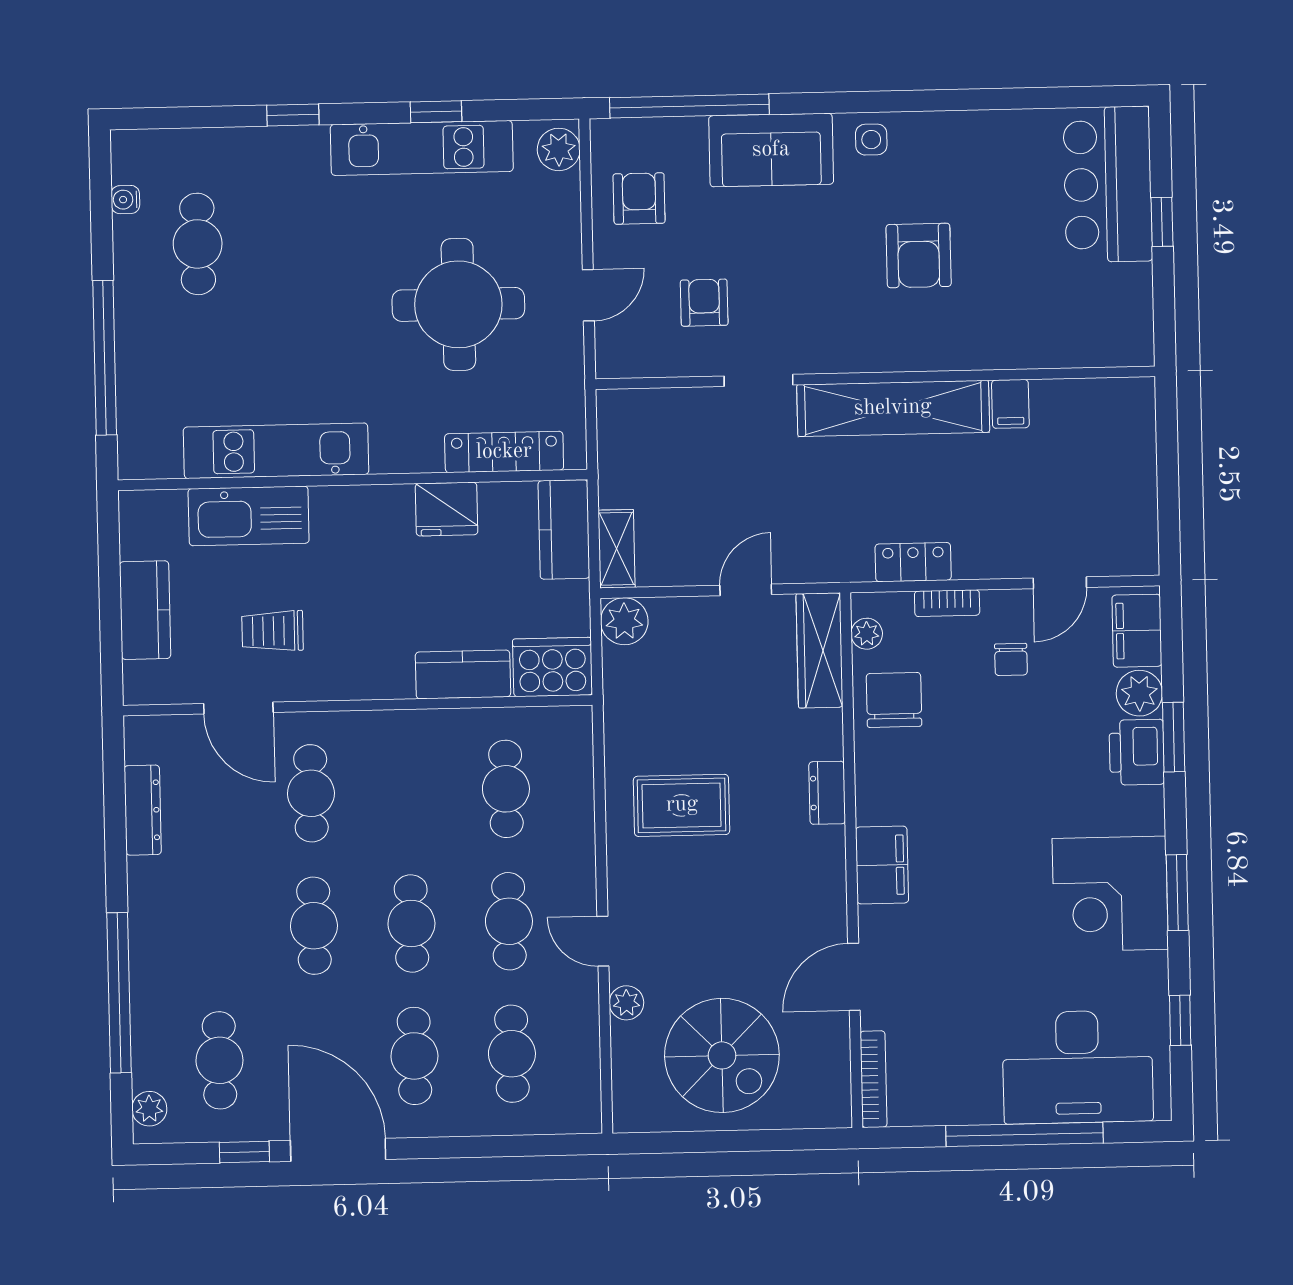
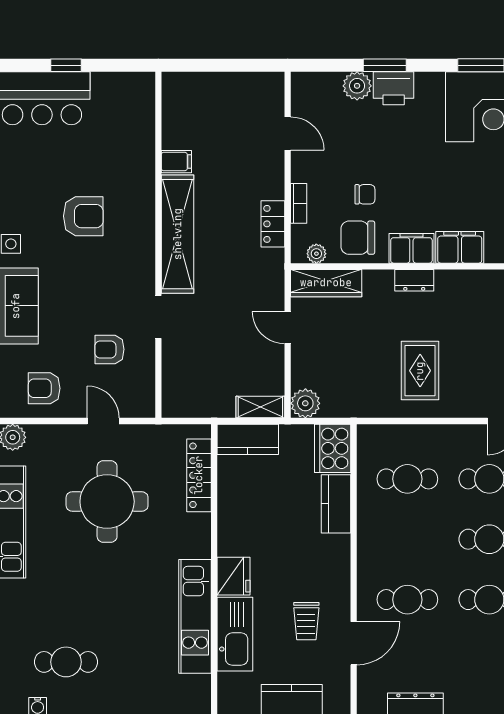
fridge: (447, 509) -> (233, 576), moved
filing cabinet: (1137, 631) -> (411, 248), moved, turned 180
chair: (1011, 659) -> (365, 194), moved

